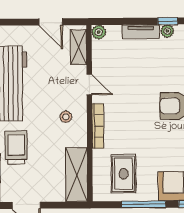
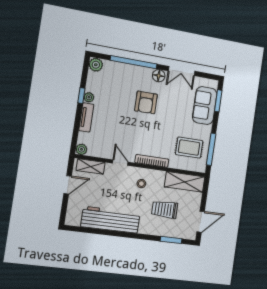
door: (89, 85) -> (120, 163), hinge flipped
trolley: (16, 147) -> (165, 209), moved
window: (144, 204) -> (211, 149), moved

